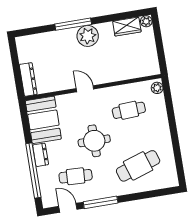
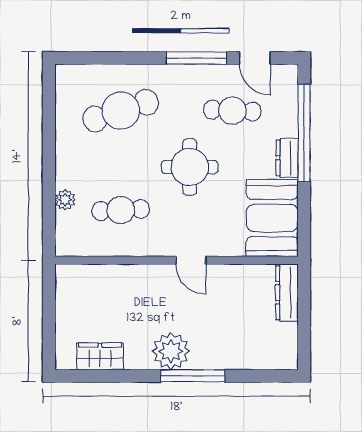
plant: (146, 21) -> (65, 360), removed
plant: (157, 88) -> (65, 200), moved

